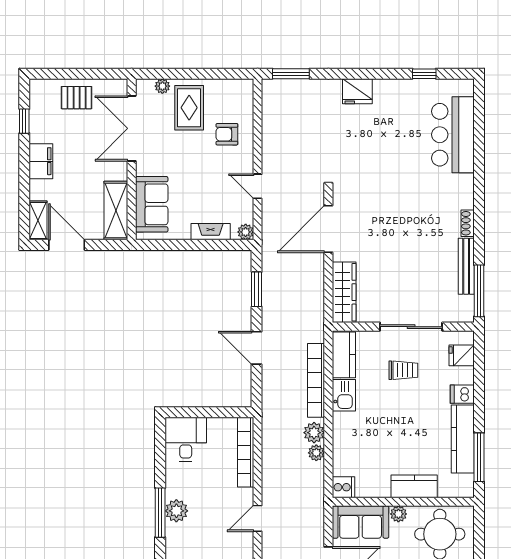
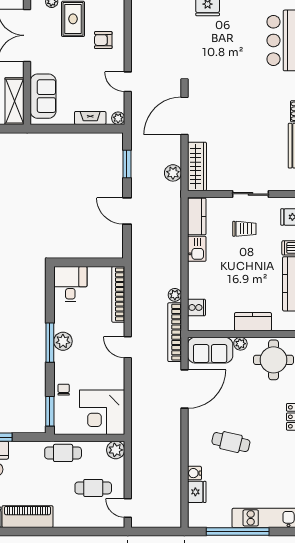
sliding door: (411, 327) -> (250, 194), width x0.73
bookcase: (316, 380) -> (175, 332), moved
plant: (314, 433) -> (173, 173), moved
cooker: (343, 487) -> (196, 307), moved
door: (258, 518) -> (128, 347), hinge flipped

